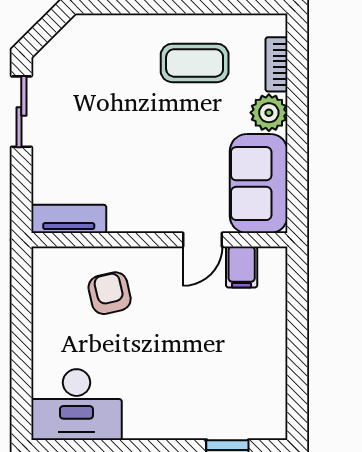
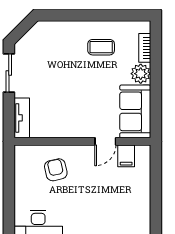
coffee table: (195, 63) -> (101, 47), width x0.73, depth x0.77
tv unit: (69, 219) -> (22, 118), moved, turned 90

